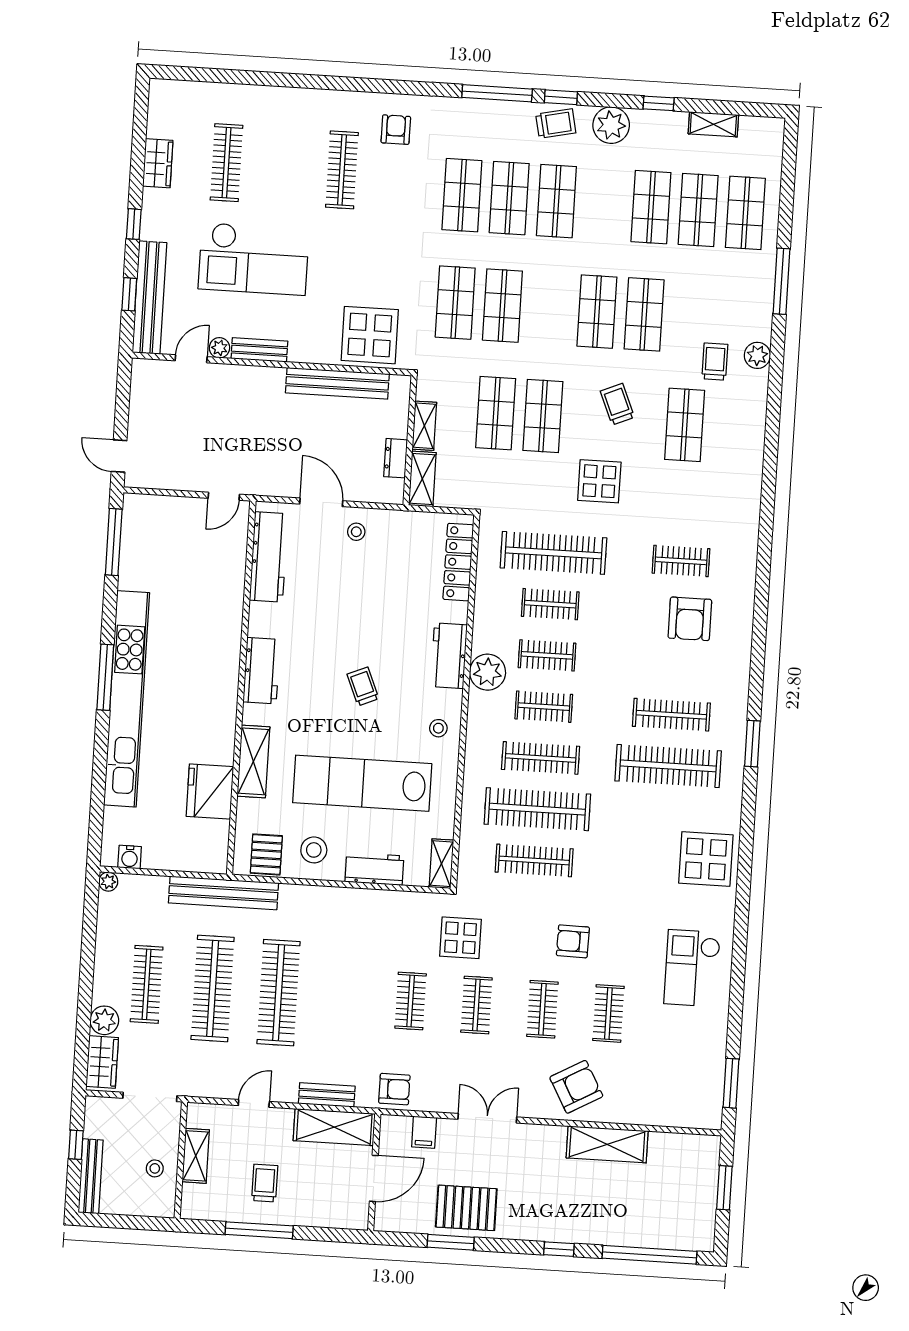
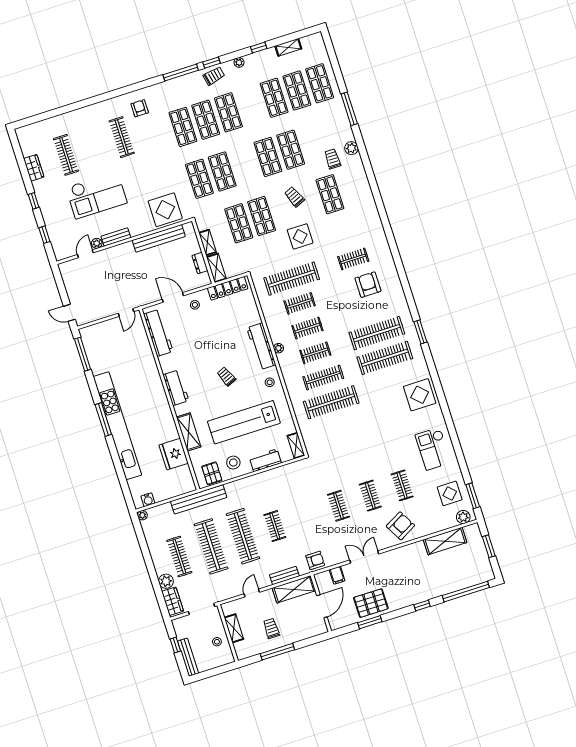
plant: (611, 125) -> (239, 62), width x0.53, depth x0.53
bench: (149, 298) -> (54, 233), removed
locker: (458, 562) -> (228, 288), moved, turned -90
armchair: (690, 619) -> (368, 285), turned 180
workbench: (449, 656) -> (261, 346), width x1.38
plant: (488, 672) -> (278, 348), width x0.53, depth x0.53
clothes rail: (671, 715) -> (377, 333), width x1.37, depth x1.31
clothes rail: (534, 860) -> (339, 427), removed
display table: (460, 938) -> (450, 493), moved
armchair: (573, 941) -> (372, 458), removed
clothes rail: (411, 1001) -> (275, 526), moved
plant: (698, 1116) -> (463, 517), added
shelving: (607, 1144) -> (445, 541), moved

